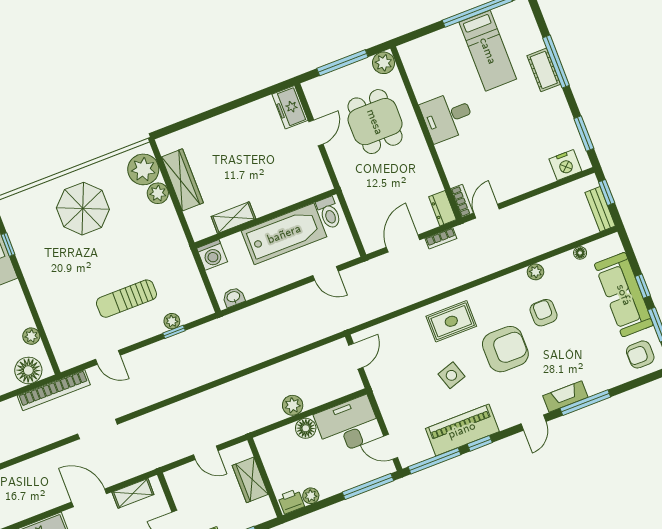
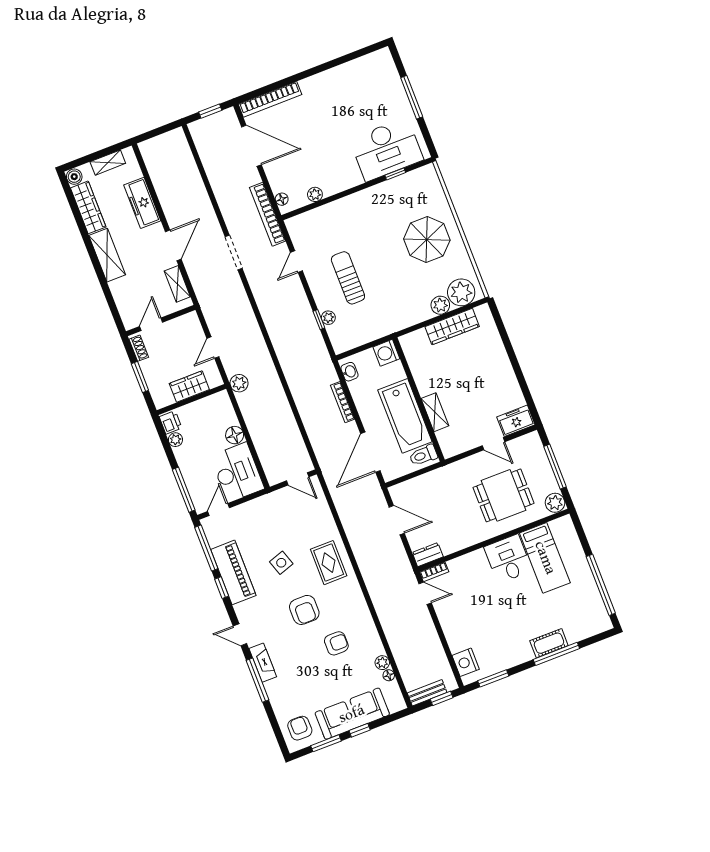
bed: (488, 51) -> (545, 558), moved, turned -90
shelving: (233, 218) -> (435, 412), moved
bookcase: (441, 238) -> (343, 402), moved, width x1.56
plant: (535, 272) -> (382, 663), moved
door: (325, 273) -> (370, 452), width x1.88
armchair: (505, 349) -> (304, 610), width x0.73, depth x0.73
floor lamp: (28, 370) -> (282, 199), width x0.53, depth x0.53
plant: (293, 405) -> (239, 383), moved

